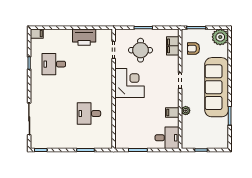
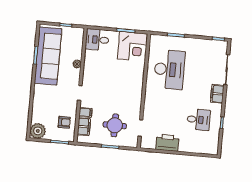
filing cabinet: (37, 34) -> (217, 94), moved, width x2.00
corner desk: (129, 83) -> (133, 46), moved, turned -90
sofa: (217, 87) -> (48, 56), moved
filing cabinet: (172, 113) -> (85, 112), moved
desk: (89, 114) -> (169, 70), width x1.87, depth x1.30

